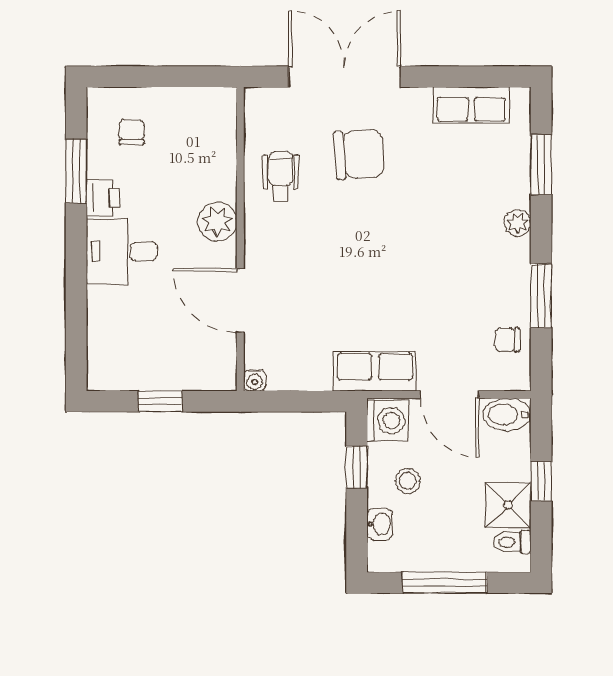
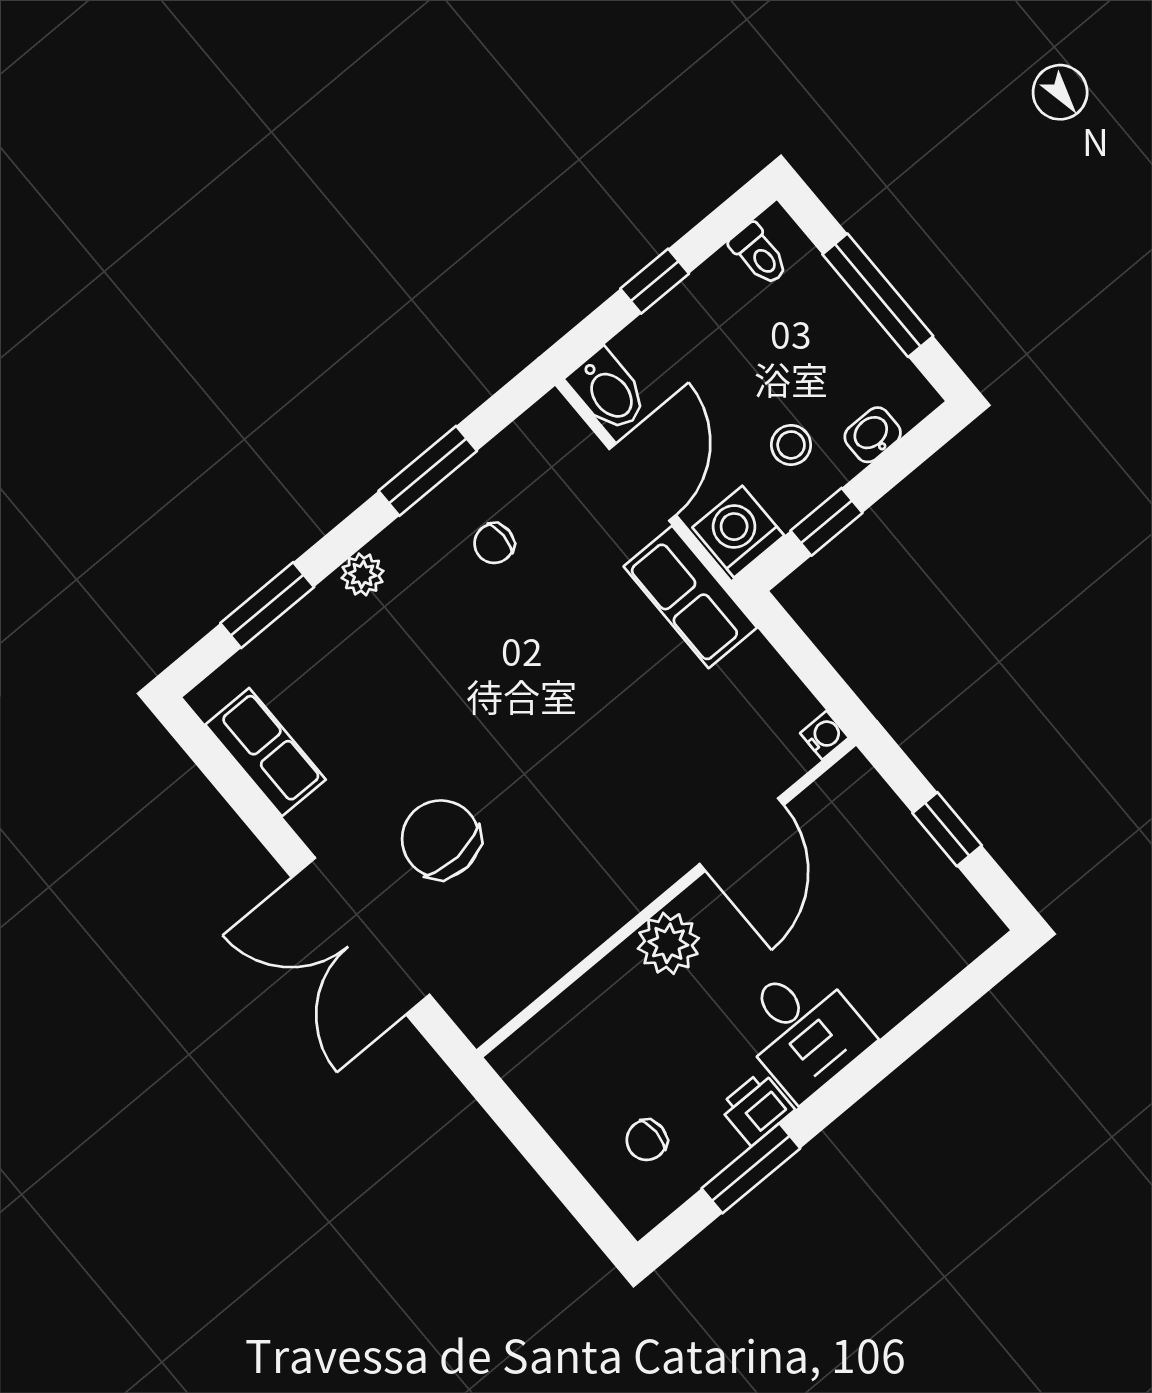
wheelchair: (281, 176) -> (548, 913), removed
chair: (507, 340) -> (494, 543), moved, turned 90
shower: (508, 505) -> (718, 297), removed

